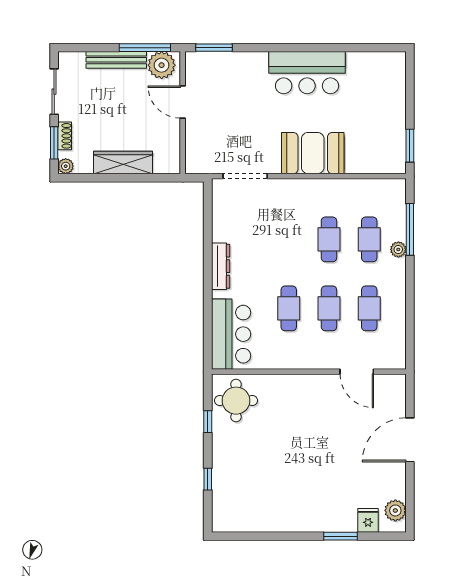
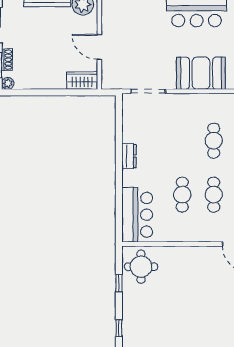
door: (183, 102) -> (99, 47), moved
wardrobe: (123, 163) -> (82, 81), moved, width x0.67
dresser: (221, 266) -> (129, 156), width x0.70

